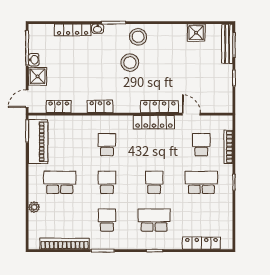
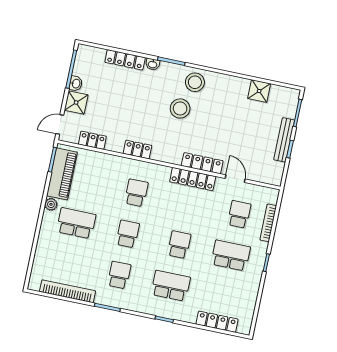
bench: (227, 44) -> (284, 140), moved
plant: (34, 207) -> (51, 204), moved

